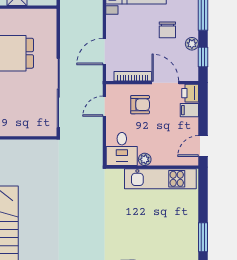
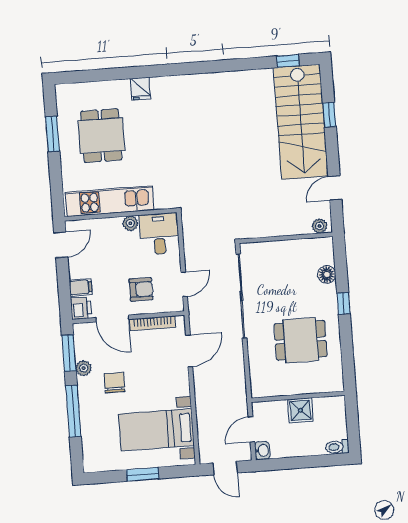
window: (203, 57) -> (69, 353), width x1.50
armchair: (140, 105) -> (141, 289), turned 180
dining table: (163, 233) -> (101, 136), added

